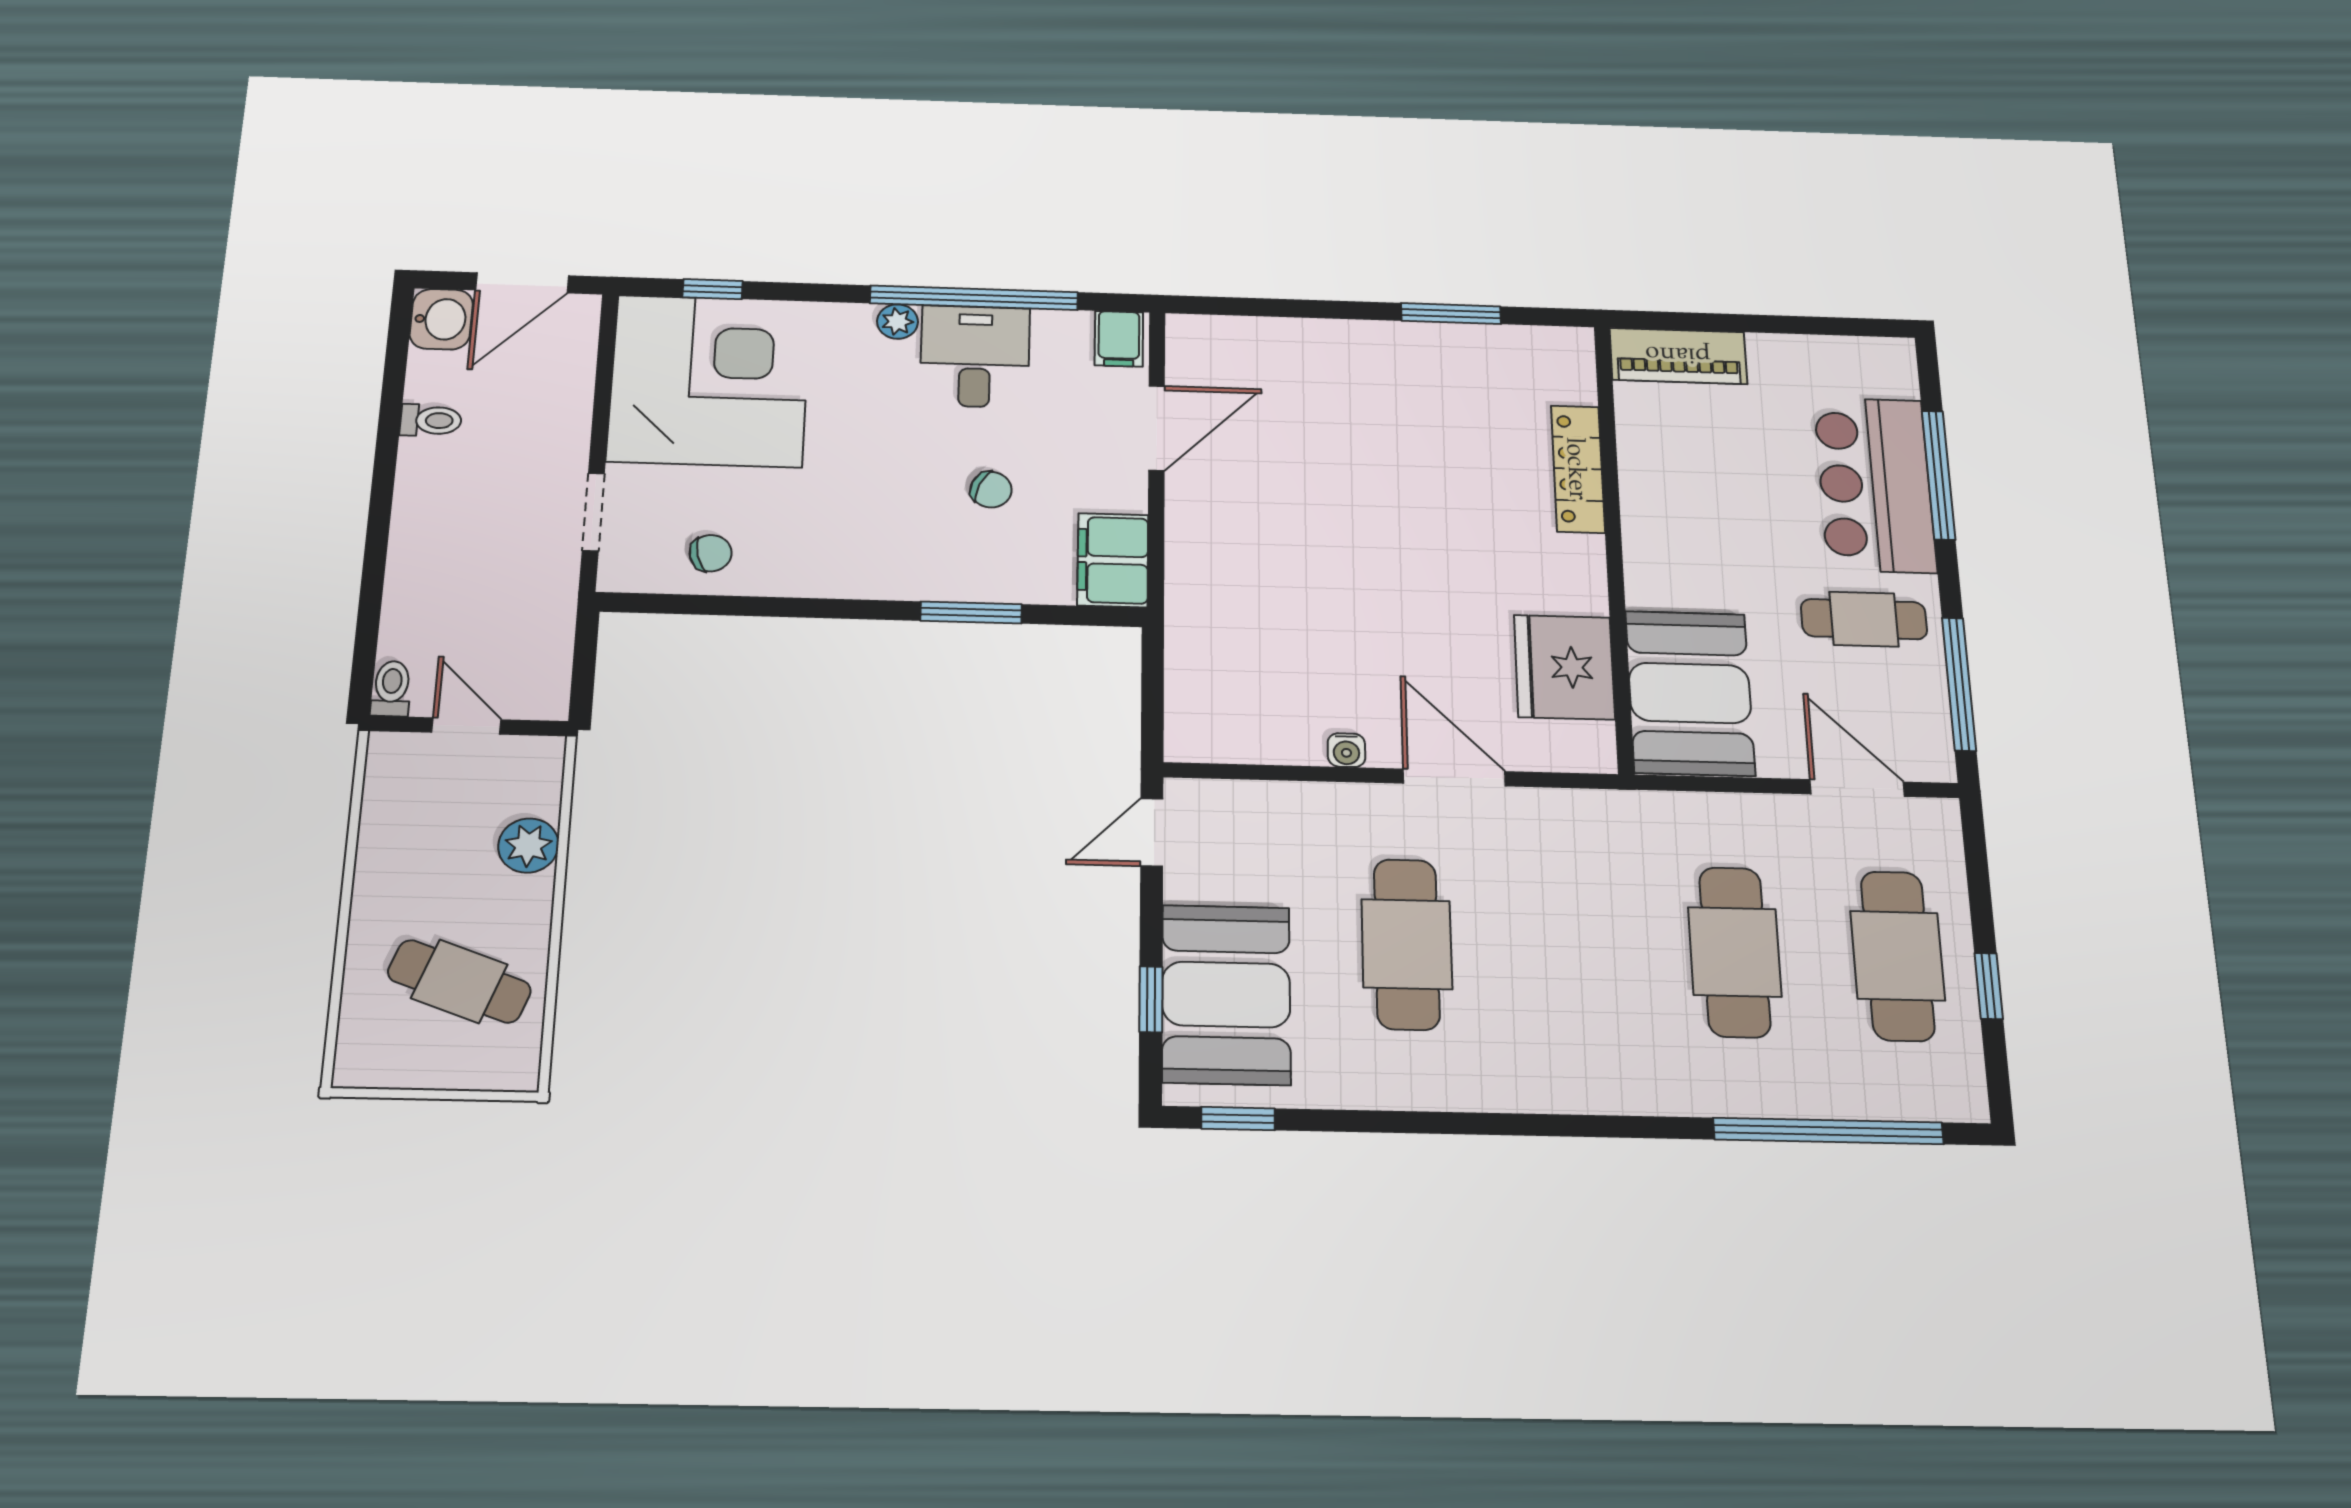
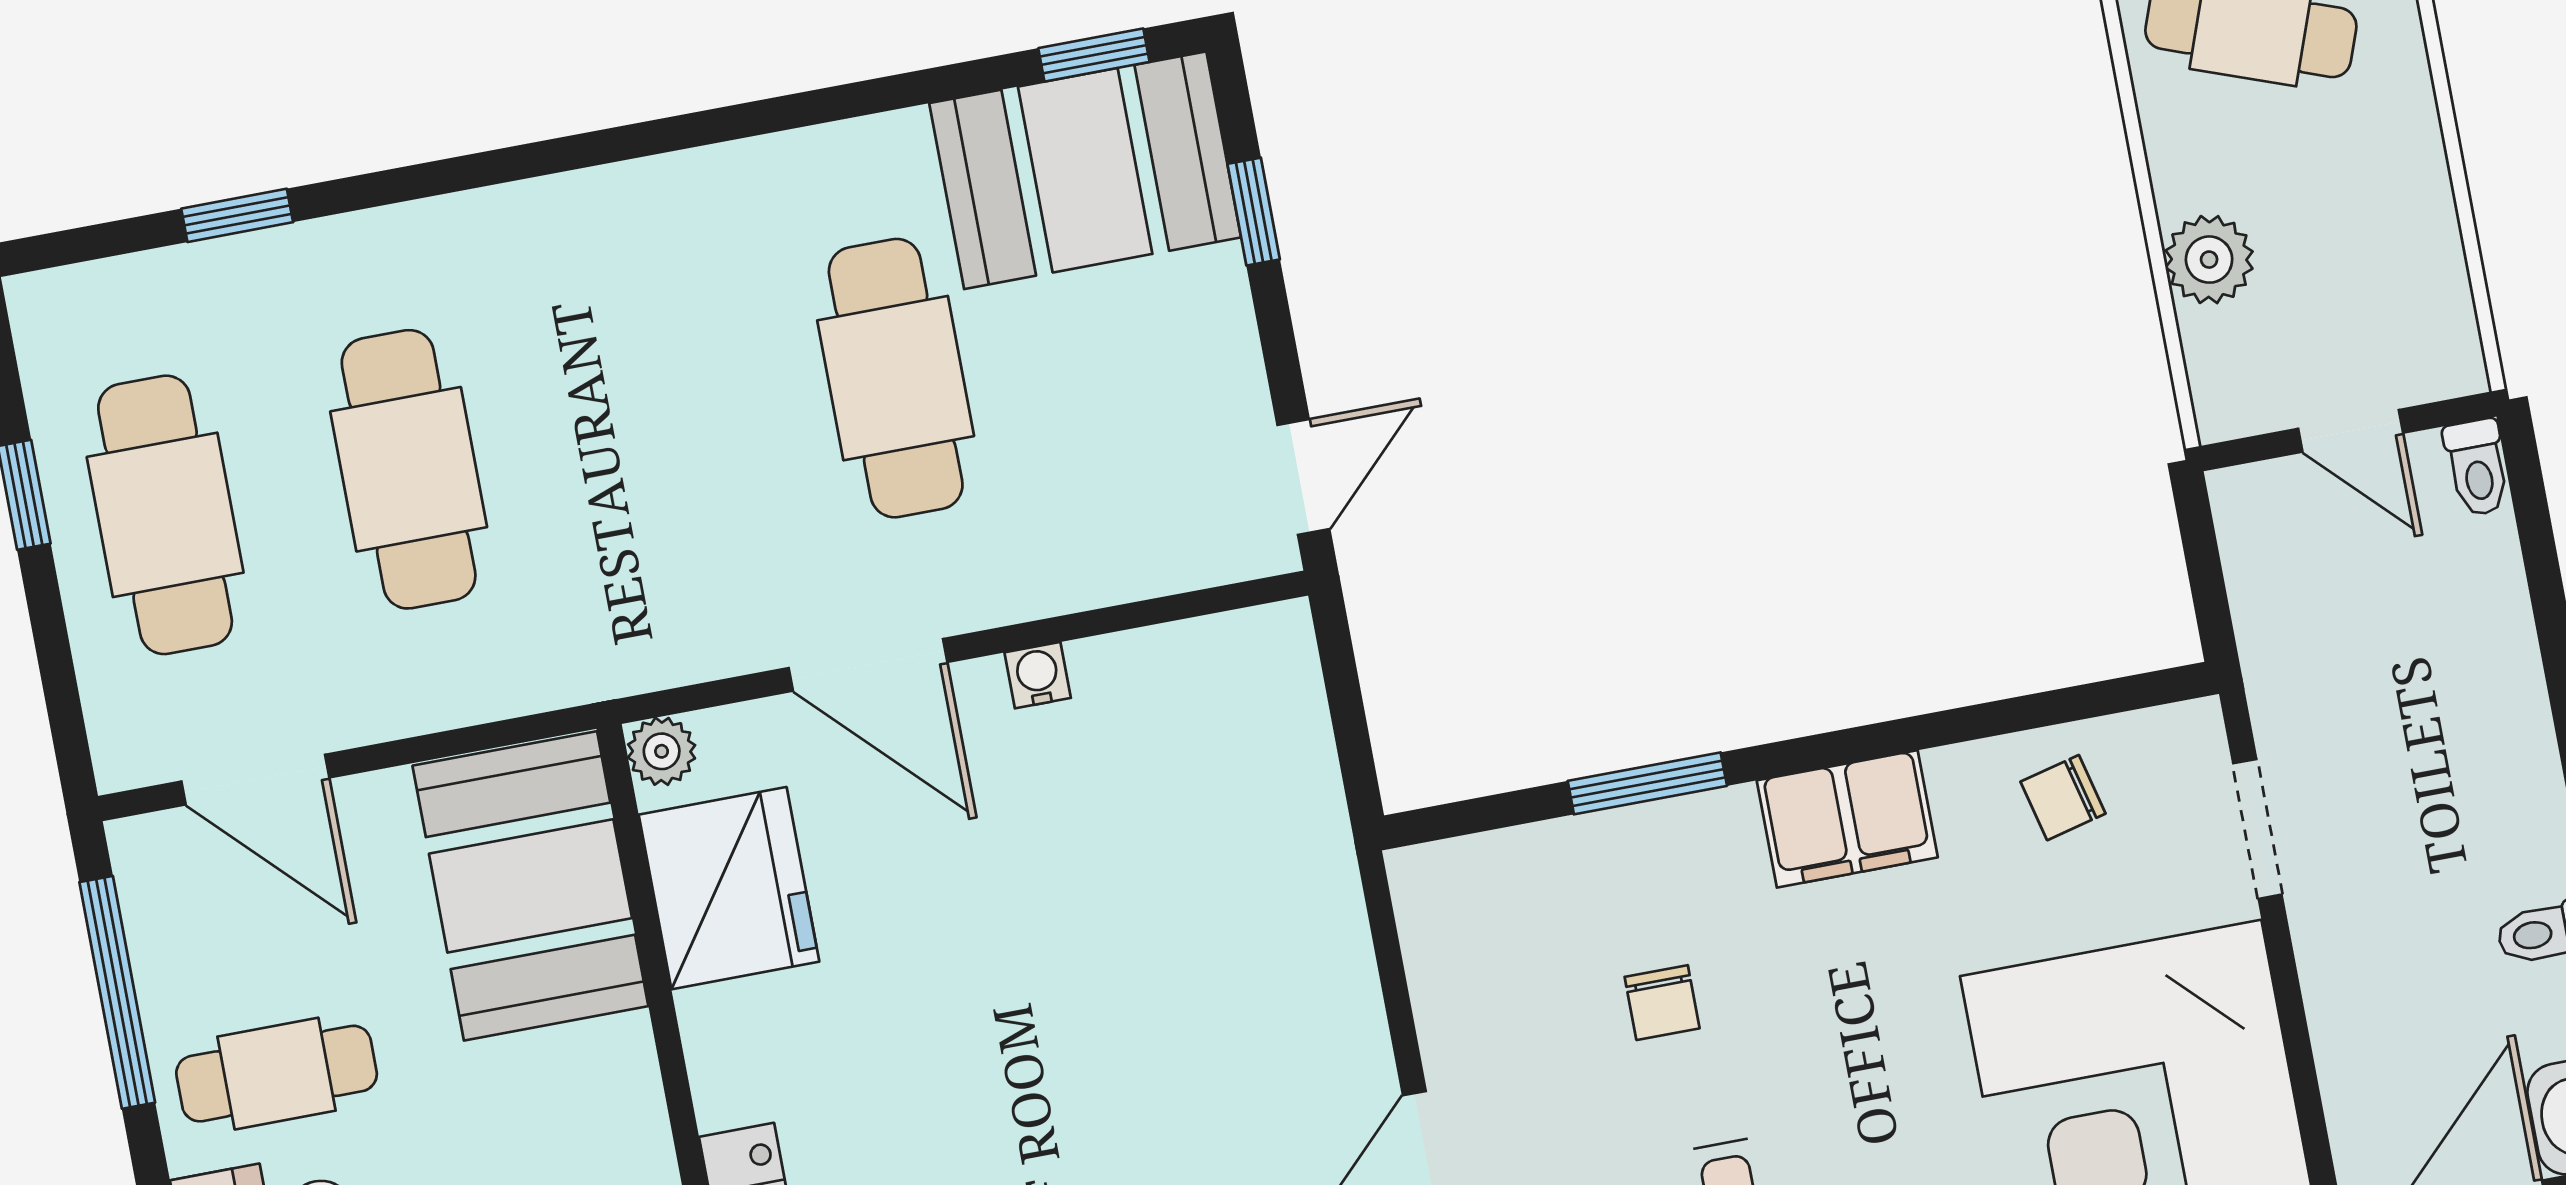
chair: (991, 490) -> (1662, 1003), turned -114
filing cabinet: (1113, 560) -> (1847, 819), moved, turned 90
plant: (1595, 753) -> (662, 751), added
booth: (1226, 994) -> (1085, 170), moved, turned 90
window: (1829, 1131) -> (237, 215), width x0.32

